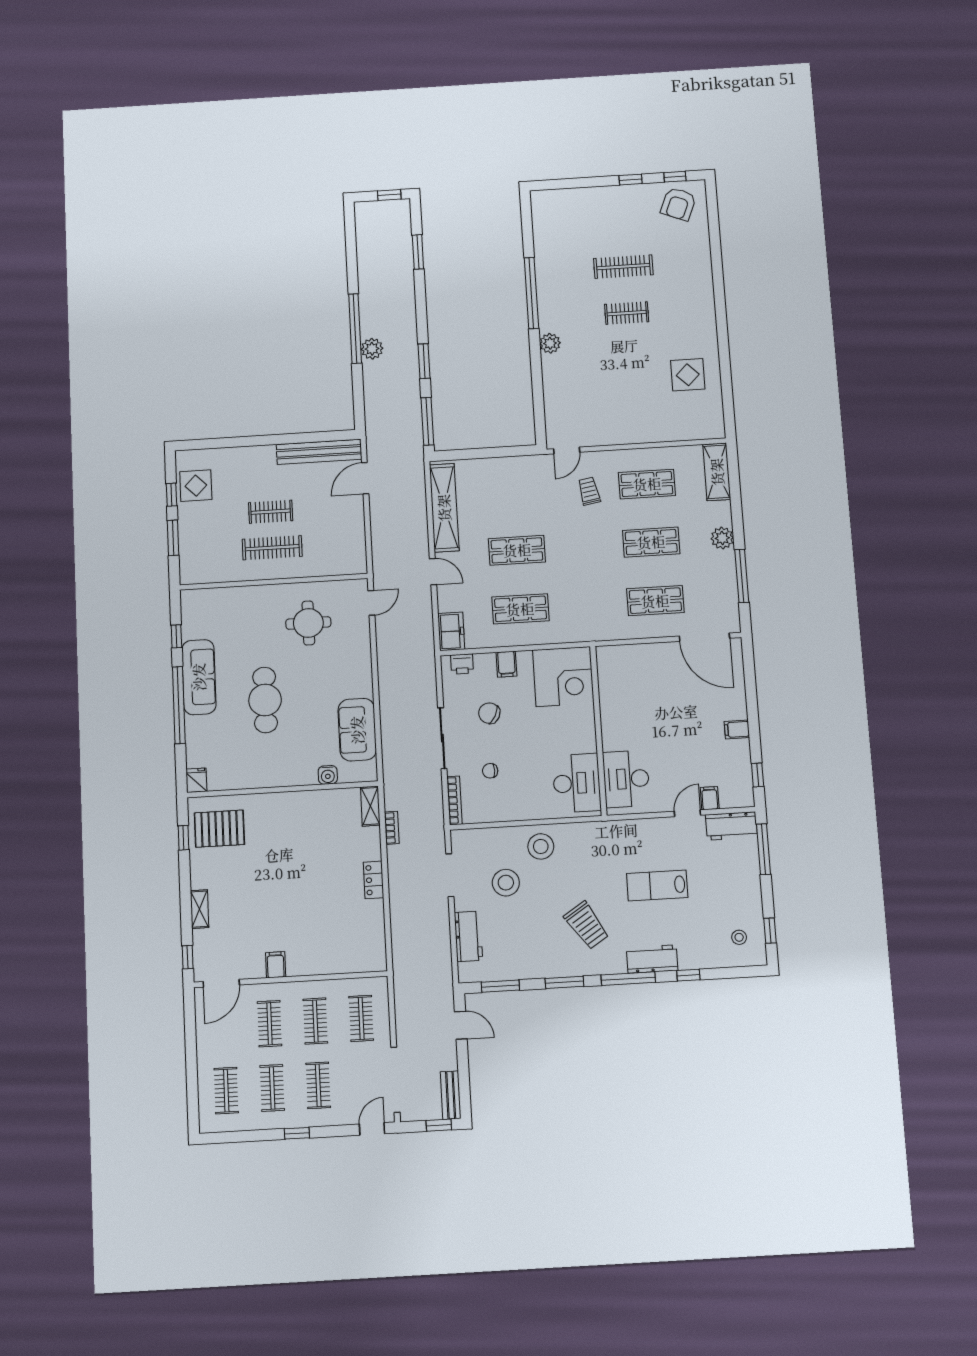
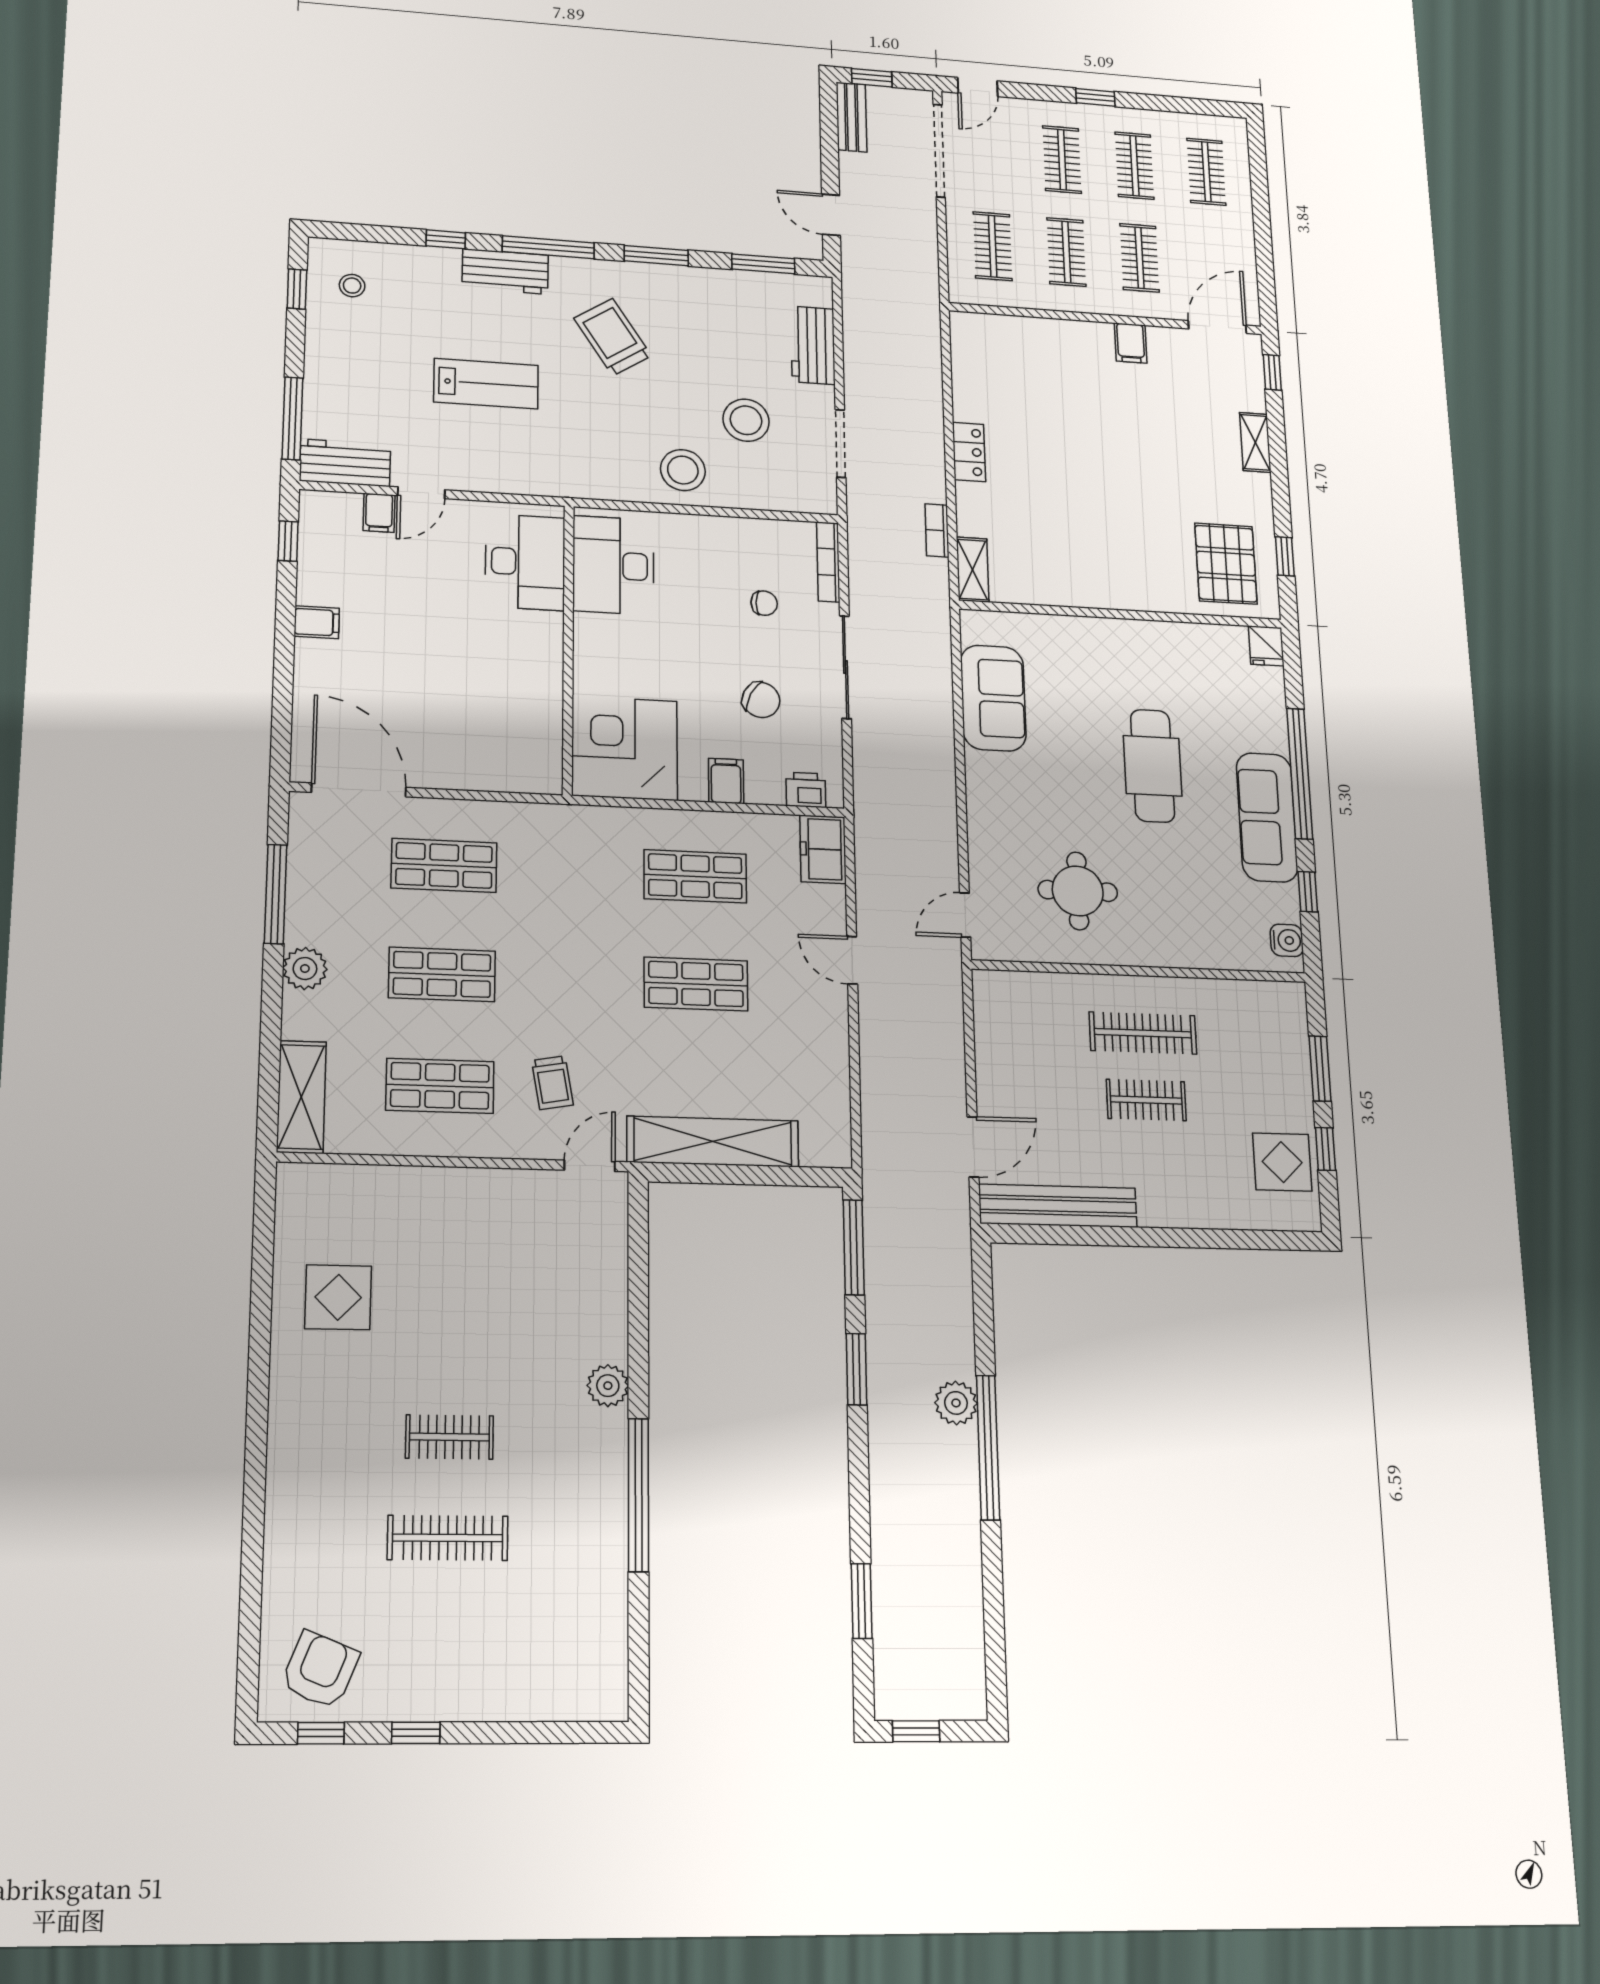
shelving: (444, 508) -> (713, 1141), moved, turned 90
water cooler: (328, 775) -> (1287, 940), moved, turned 90
pallet: (219, 829) -> (1226, 564), turned 90

